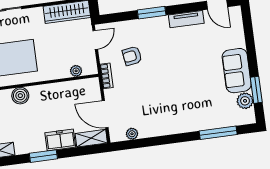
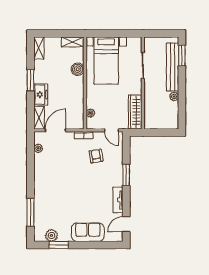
sofa: (237, 71) -> (88, 232), moved

